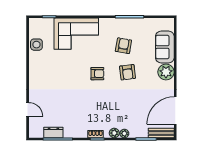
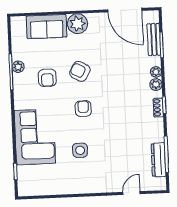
plant: (133, 23) -> (18, 67), added
side table: (36, 45) -> (80, 150), moved
armchair: (123, 46) -> (47, 78), turned -100
armchair: (128, 72) -> (80, 71), turned -145
dresser: (53, 133) -> (159, 160), width x1.44
bench: (161, 133) -> (154, 39), moved

